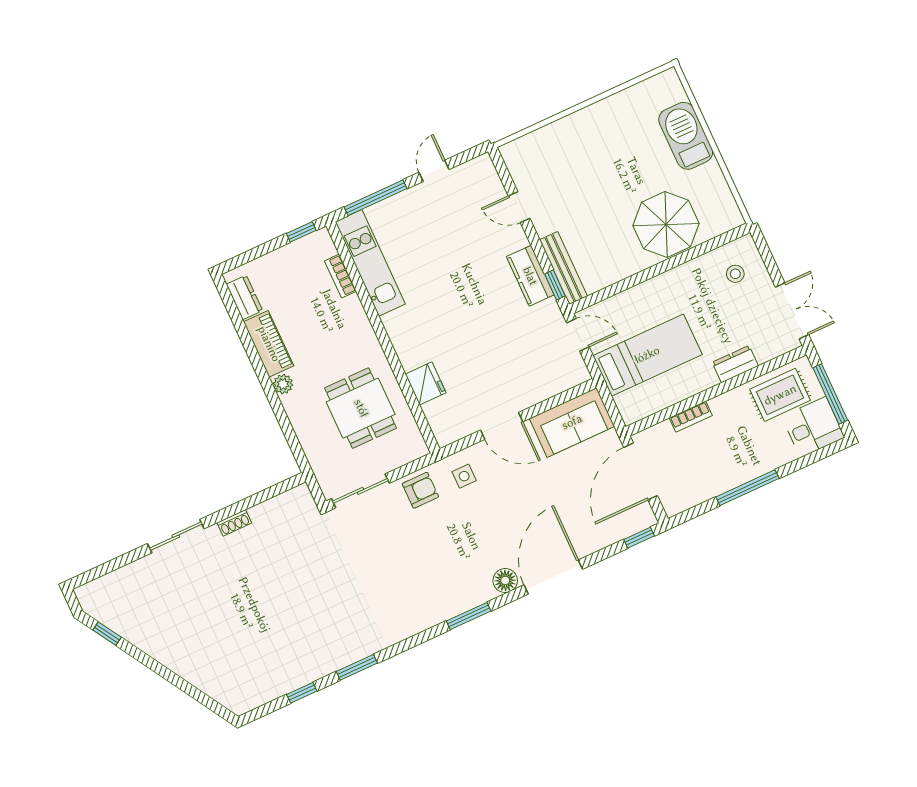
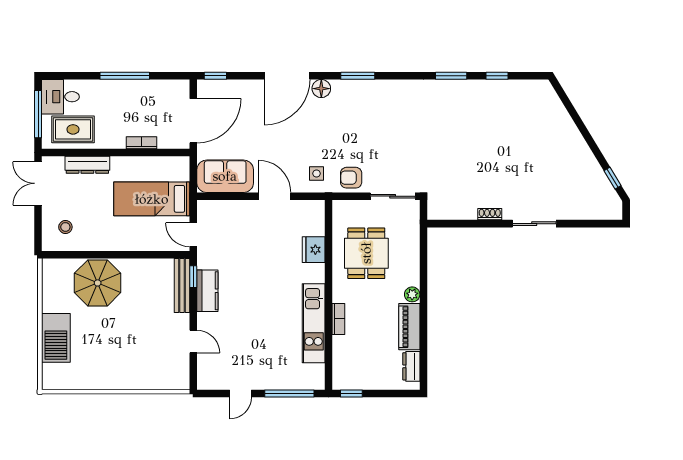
kitchen unit: (370, 263) -> (314, 323), moved
bookcase: (340, 276) -> (338, 319), moved
dresser: (735, 364) -> (87, 165), width x1.44

